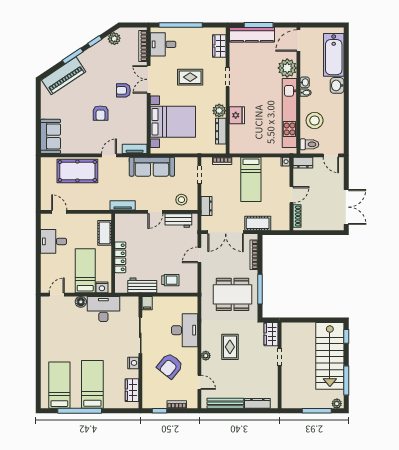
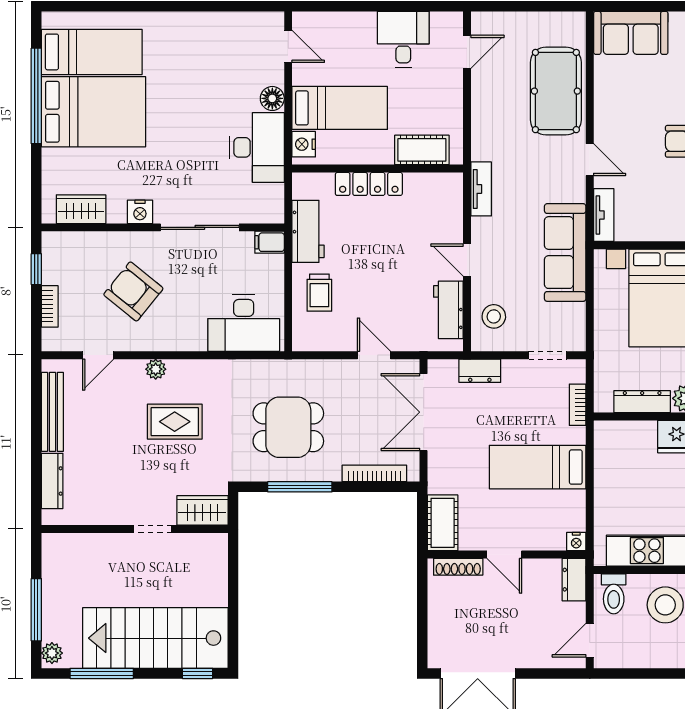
cot: (258, 223) -> (443, 523), moved
dining table: (233, 294) -> (288, 427), width x0.73
desk: (185, 330) -> (244, 323), moved
bed: (92, 384) -> (94, 112), width x1.50

